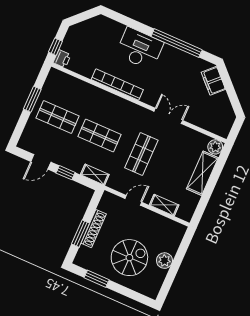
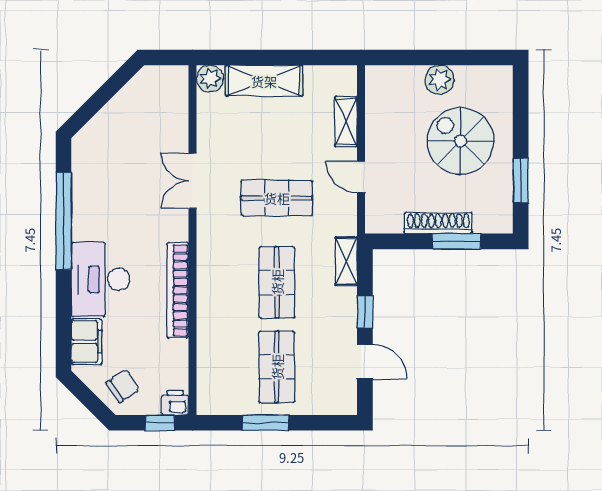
chair: (82, 36) -> (123, 386), added
filing cabinet: (213, 81) -> (87, 342), moved, turned -45

